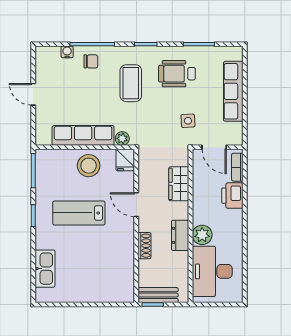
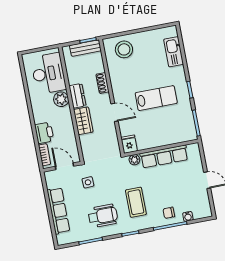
stool: (89, 166) -> (124, 49), moved
wardrobe: (179, 184) -> (83, 121), moved

